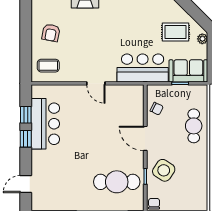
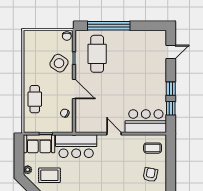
bar counter: (45, 124) -> (146, 121), moved, turned 90
cafe table: (117, 182) -> (97, 54), turned 90

